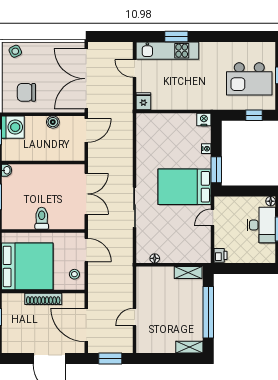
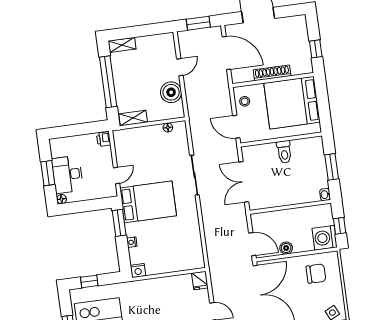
door: (86, 130) -> (252, 244), swing flipped
boiler: (147, 293) -> (171, 92), added

